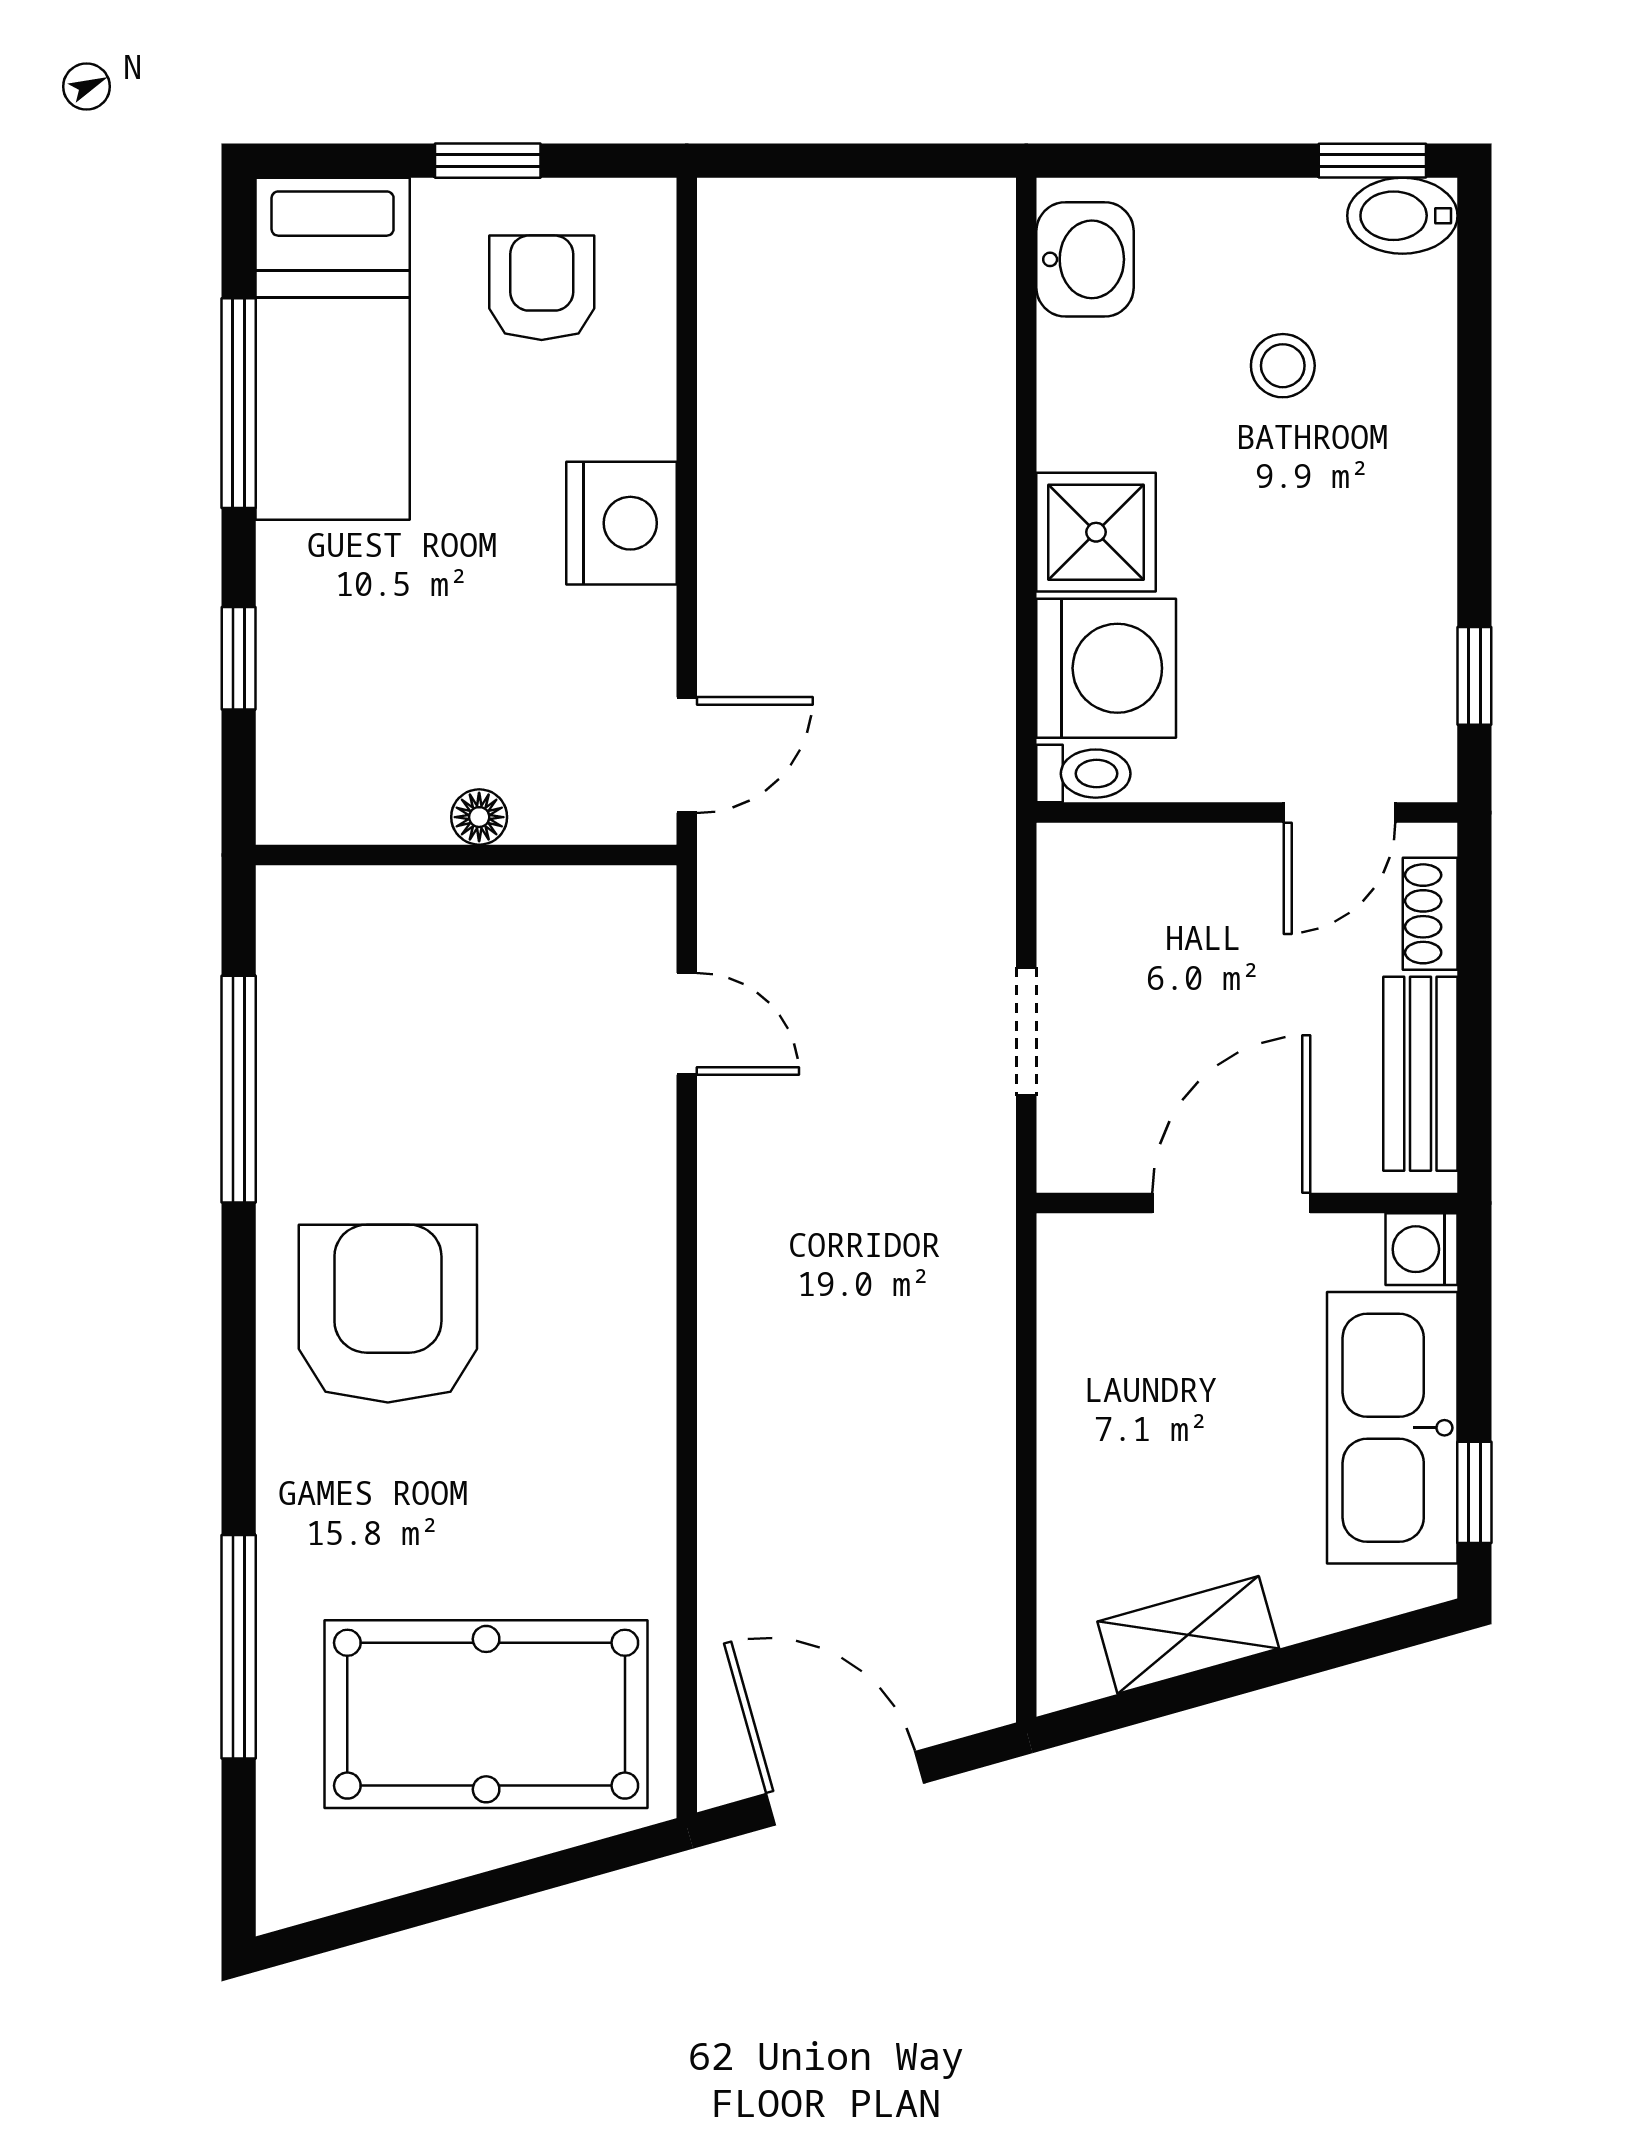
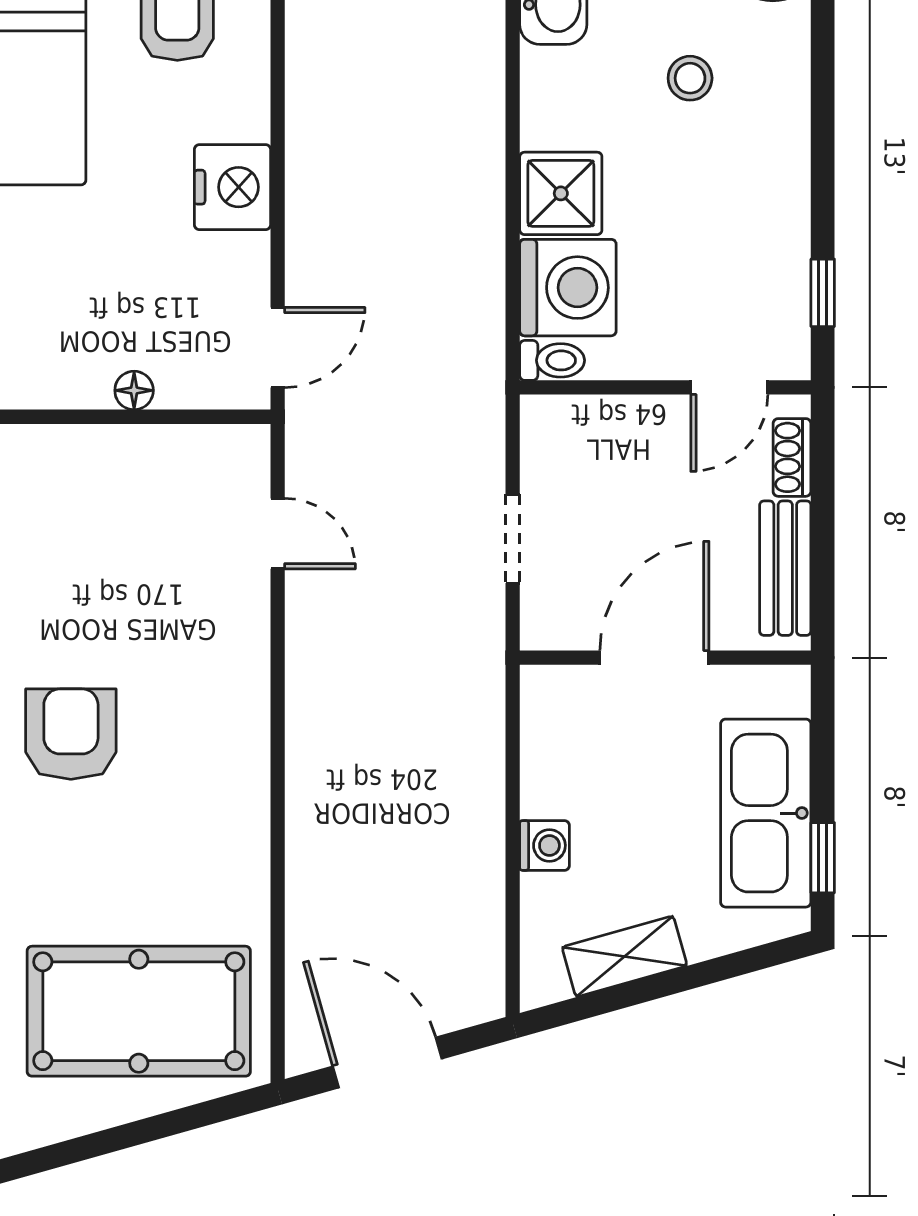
washing machine: (1422, 1249) -> (544, 845), moved, turned 180
armchair: (388, 1314) -> (71, 734), width x0.73, depth x0.73

